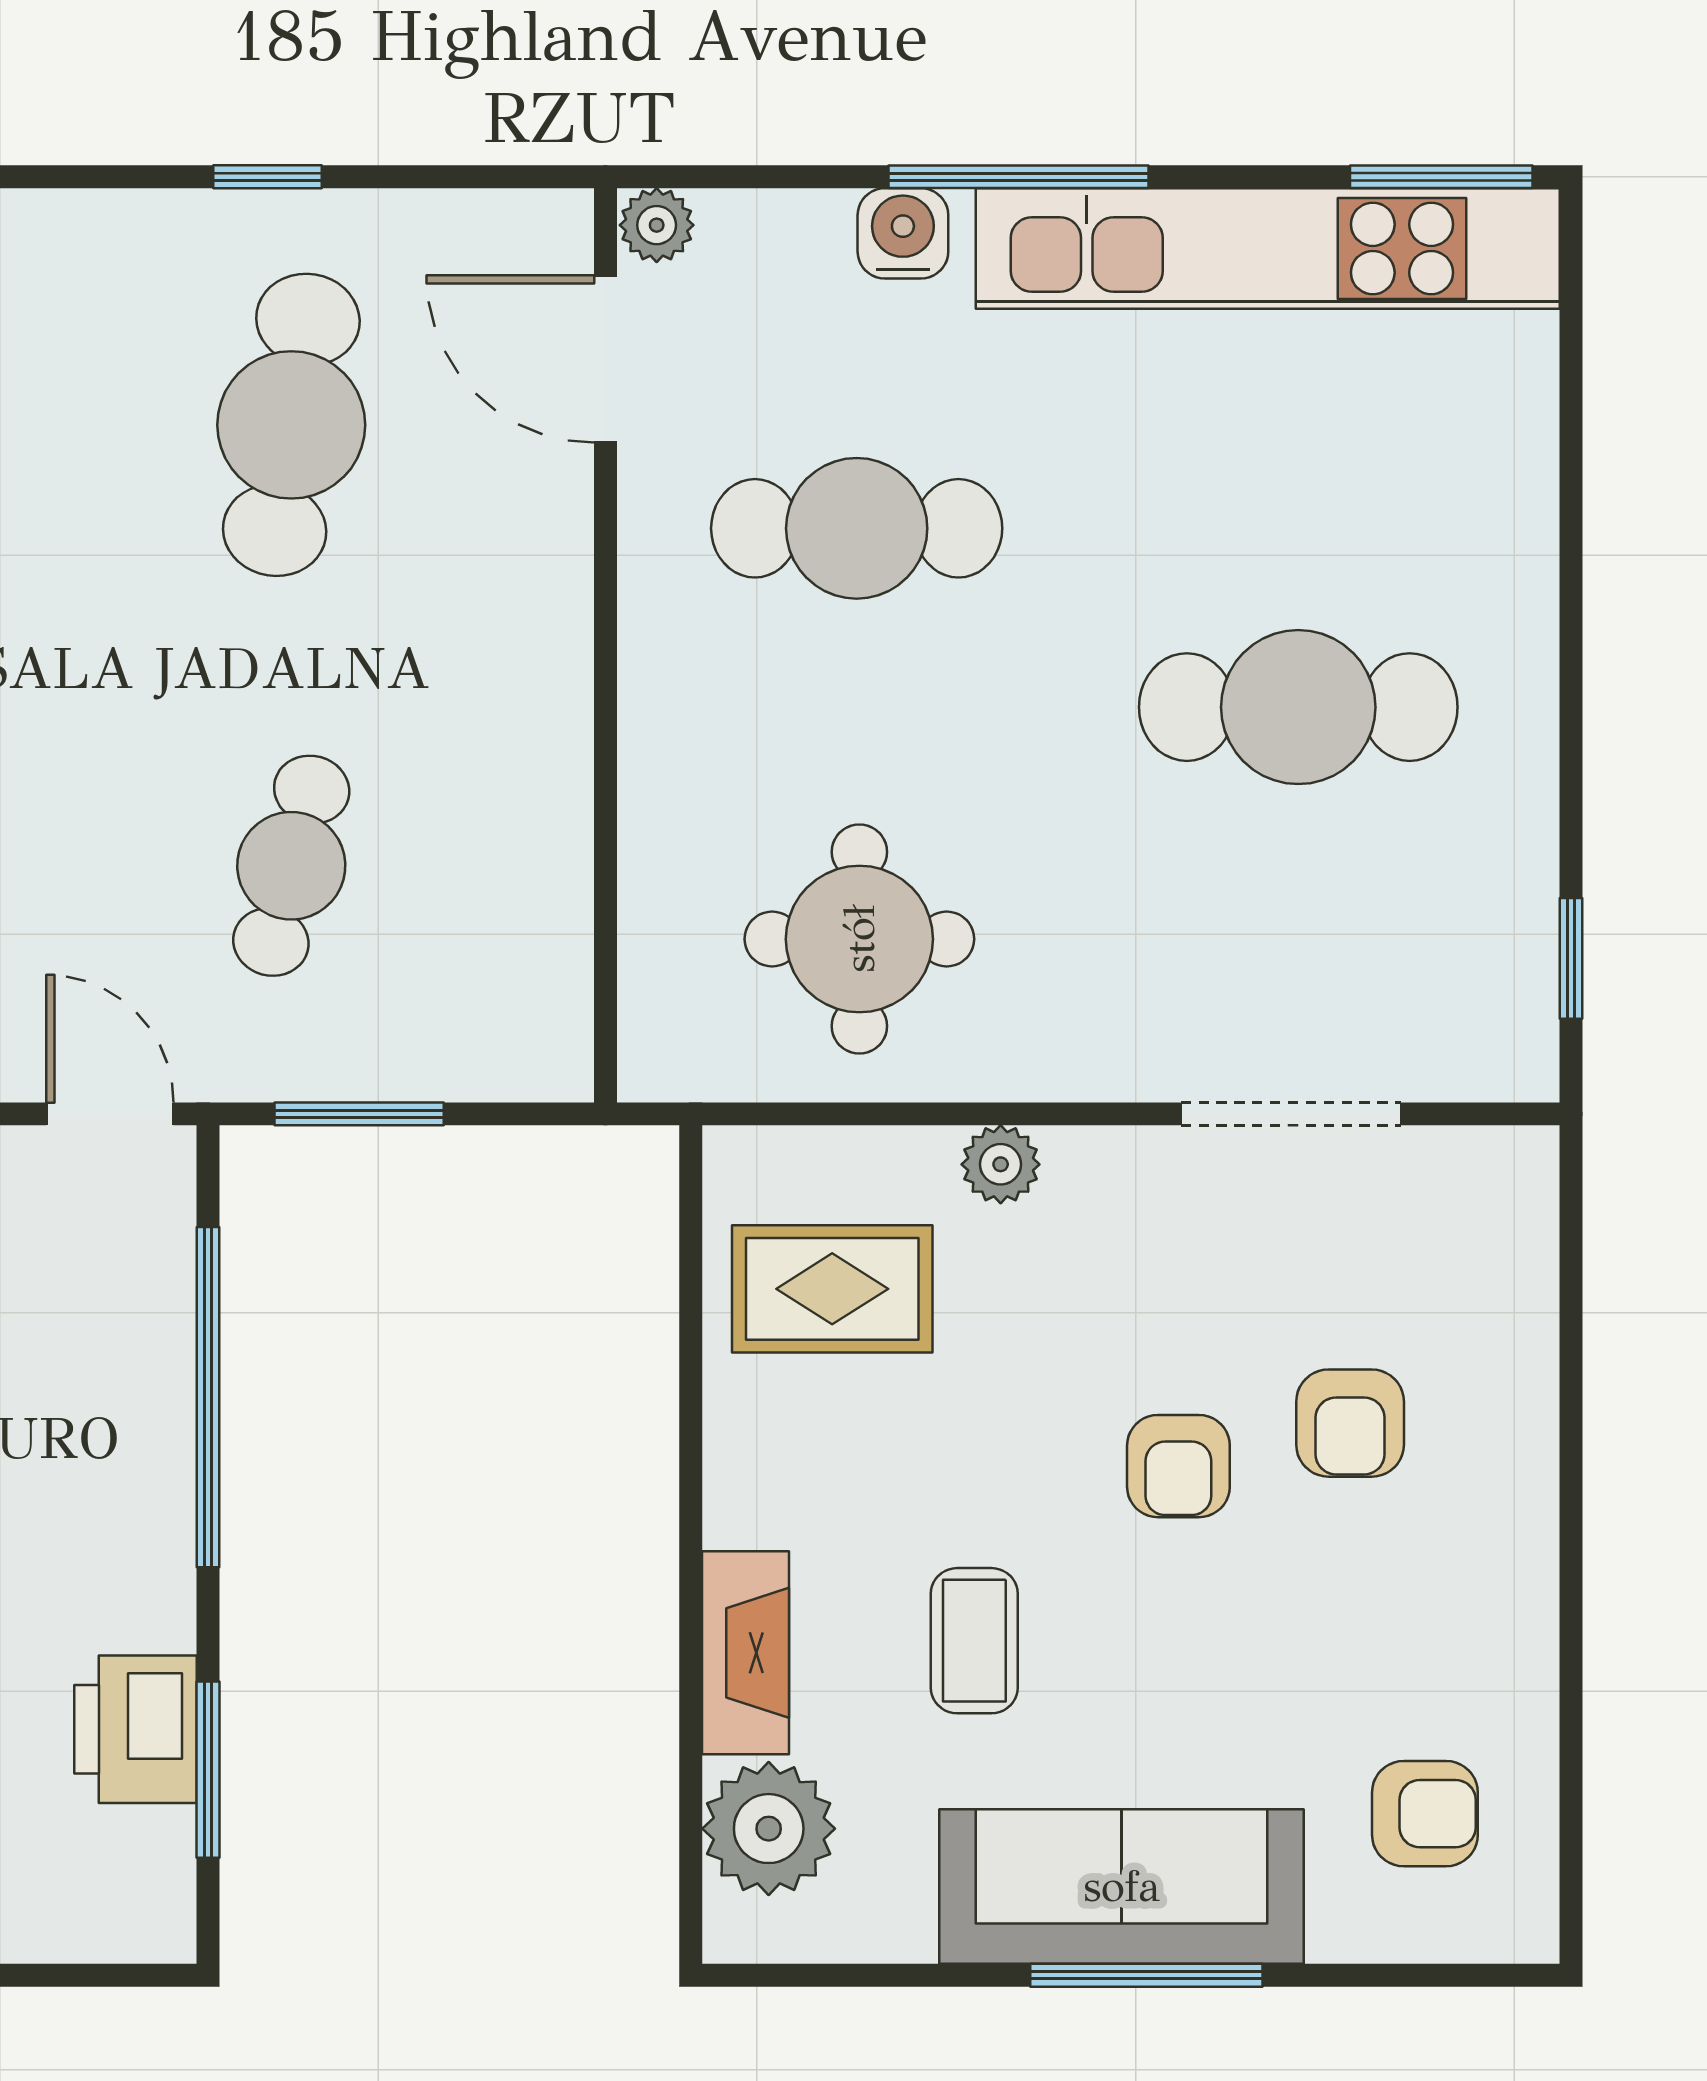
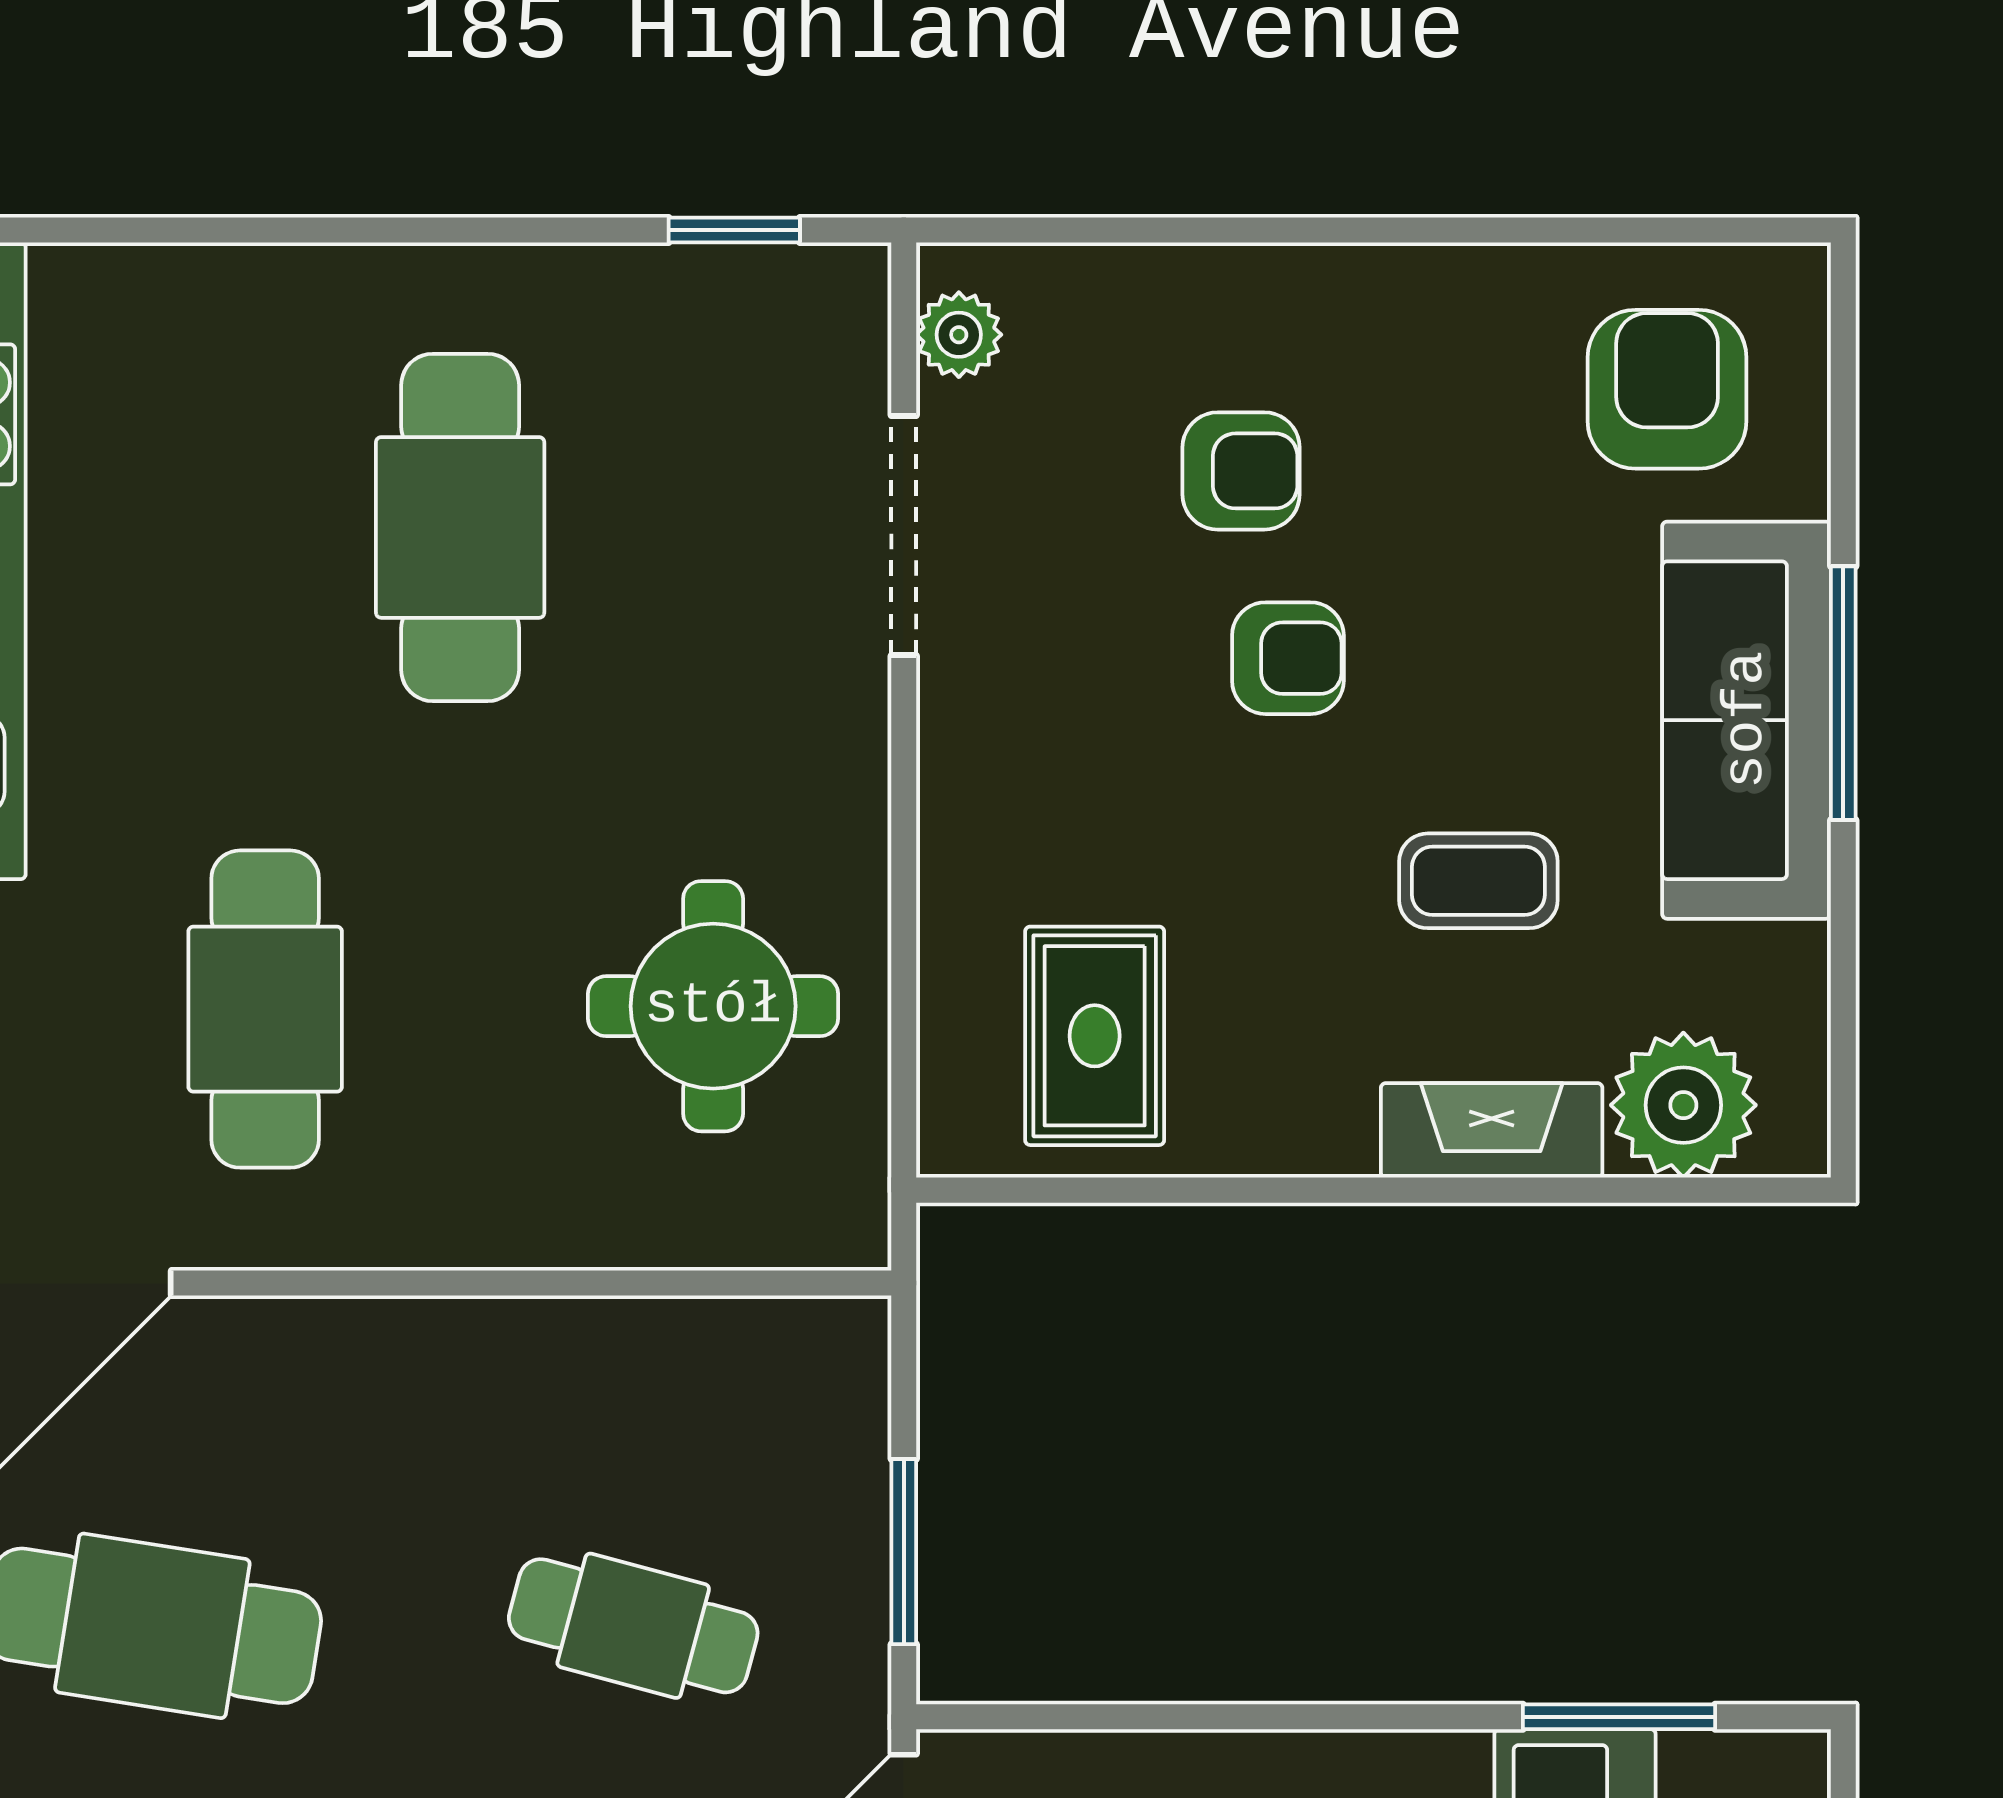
plant: (1001, 1164) -> (959, 335), moved
window: (208, 1397) -> (1213, 1717), removed
armchair: (1425, 1814) -> (1667, 389), width x1.38, depth x1.38

